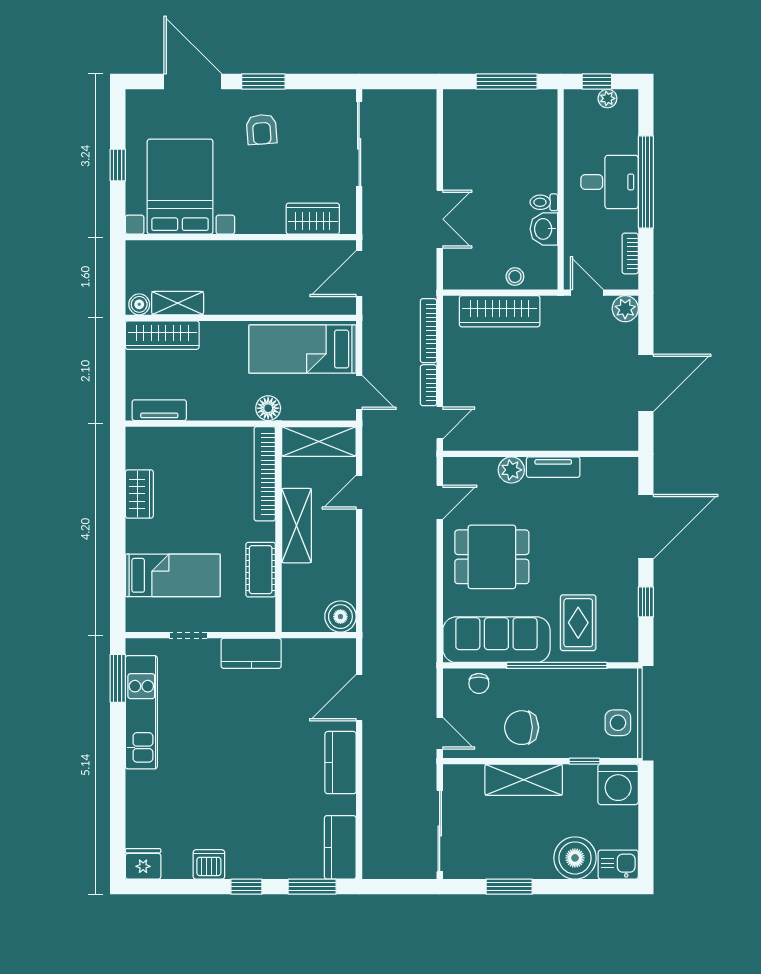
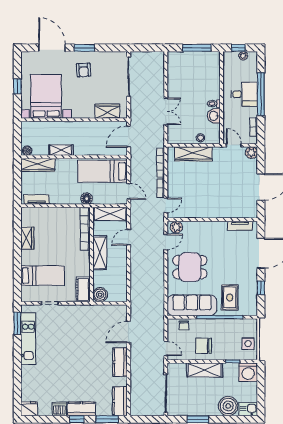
shelving: (178, 303) -> (61, 150), moved
tv unit: (553, 467) -> (240, 226), moved
plant: (511, 470) -> (176, 227), moved
cot: (261, 570) -> (83, 289), moved
boiler: (340, 617) -> (100, 295), moved
kitchen counter: (251, 653) -> (81, 409), moved, turned 180

